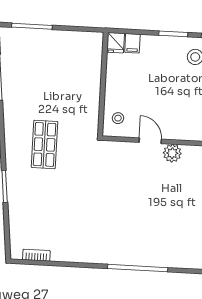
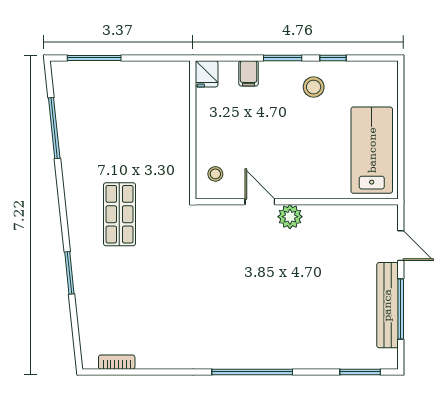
filing cabinet: (132, 43) -> (249, 73), moved

